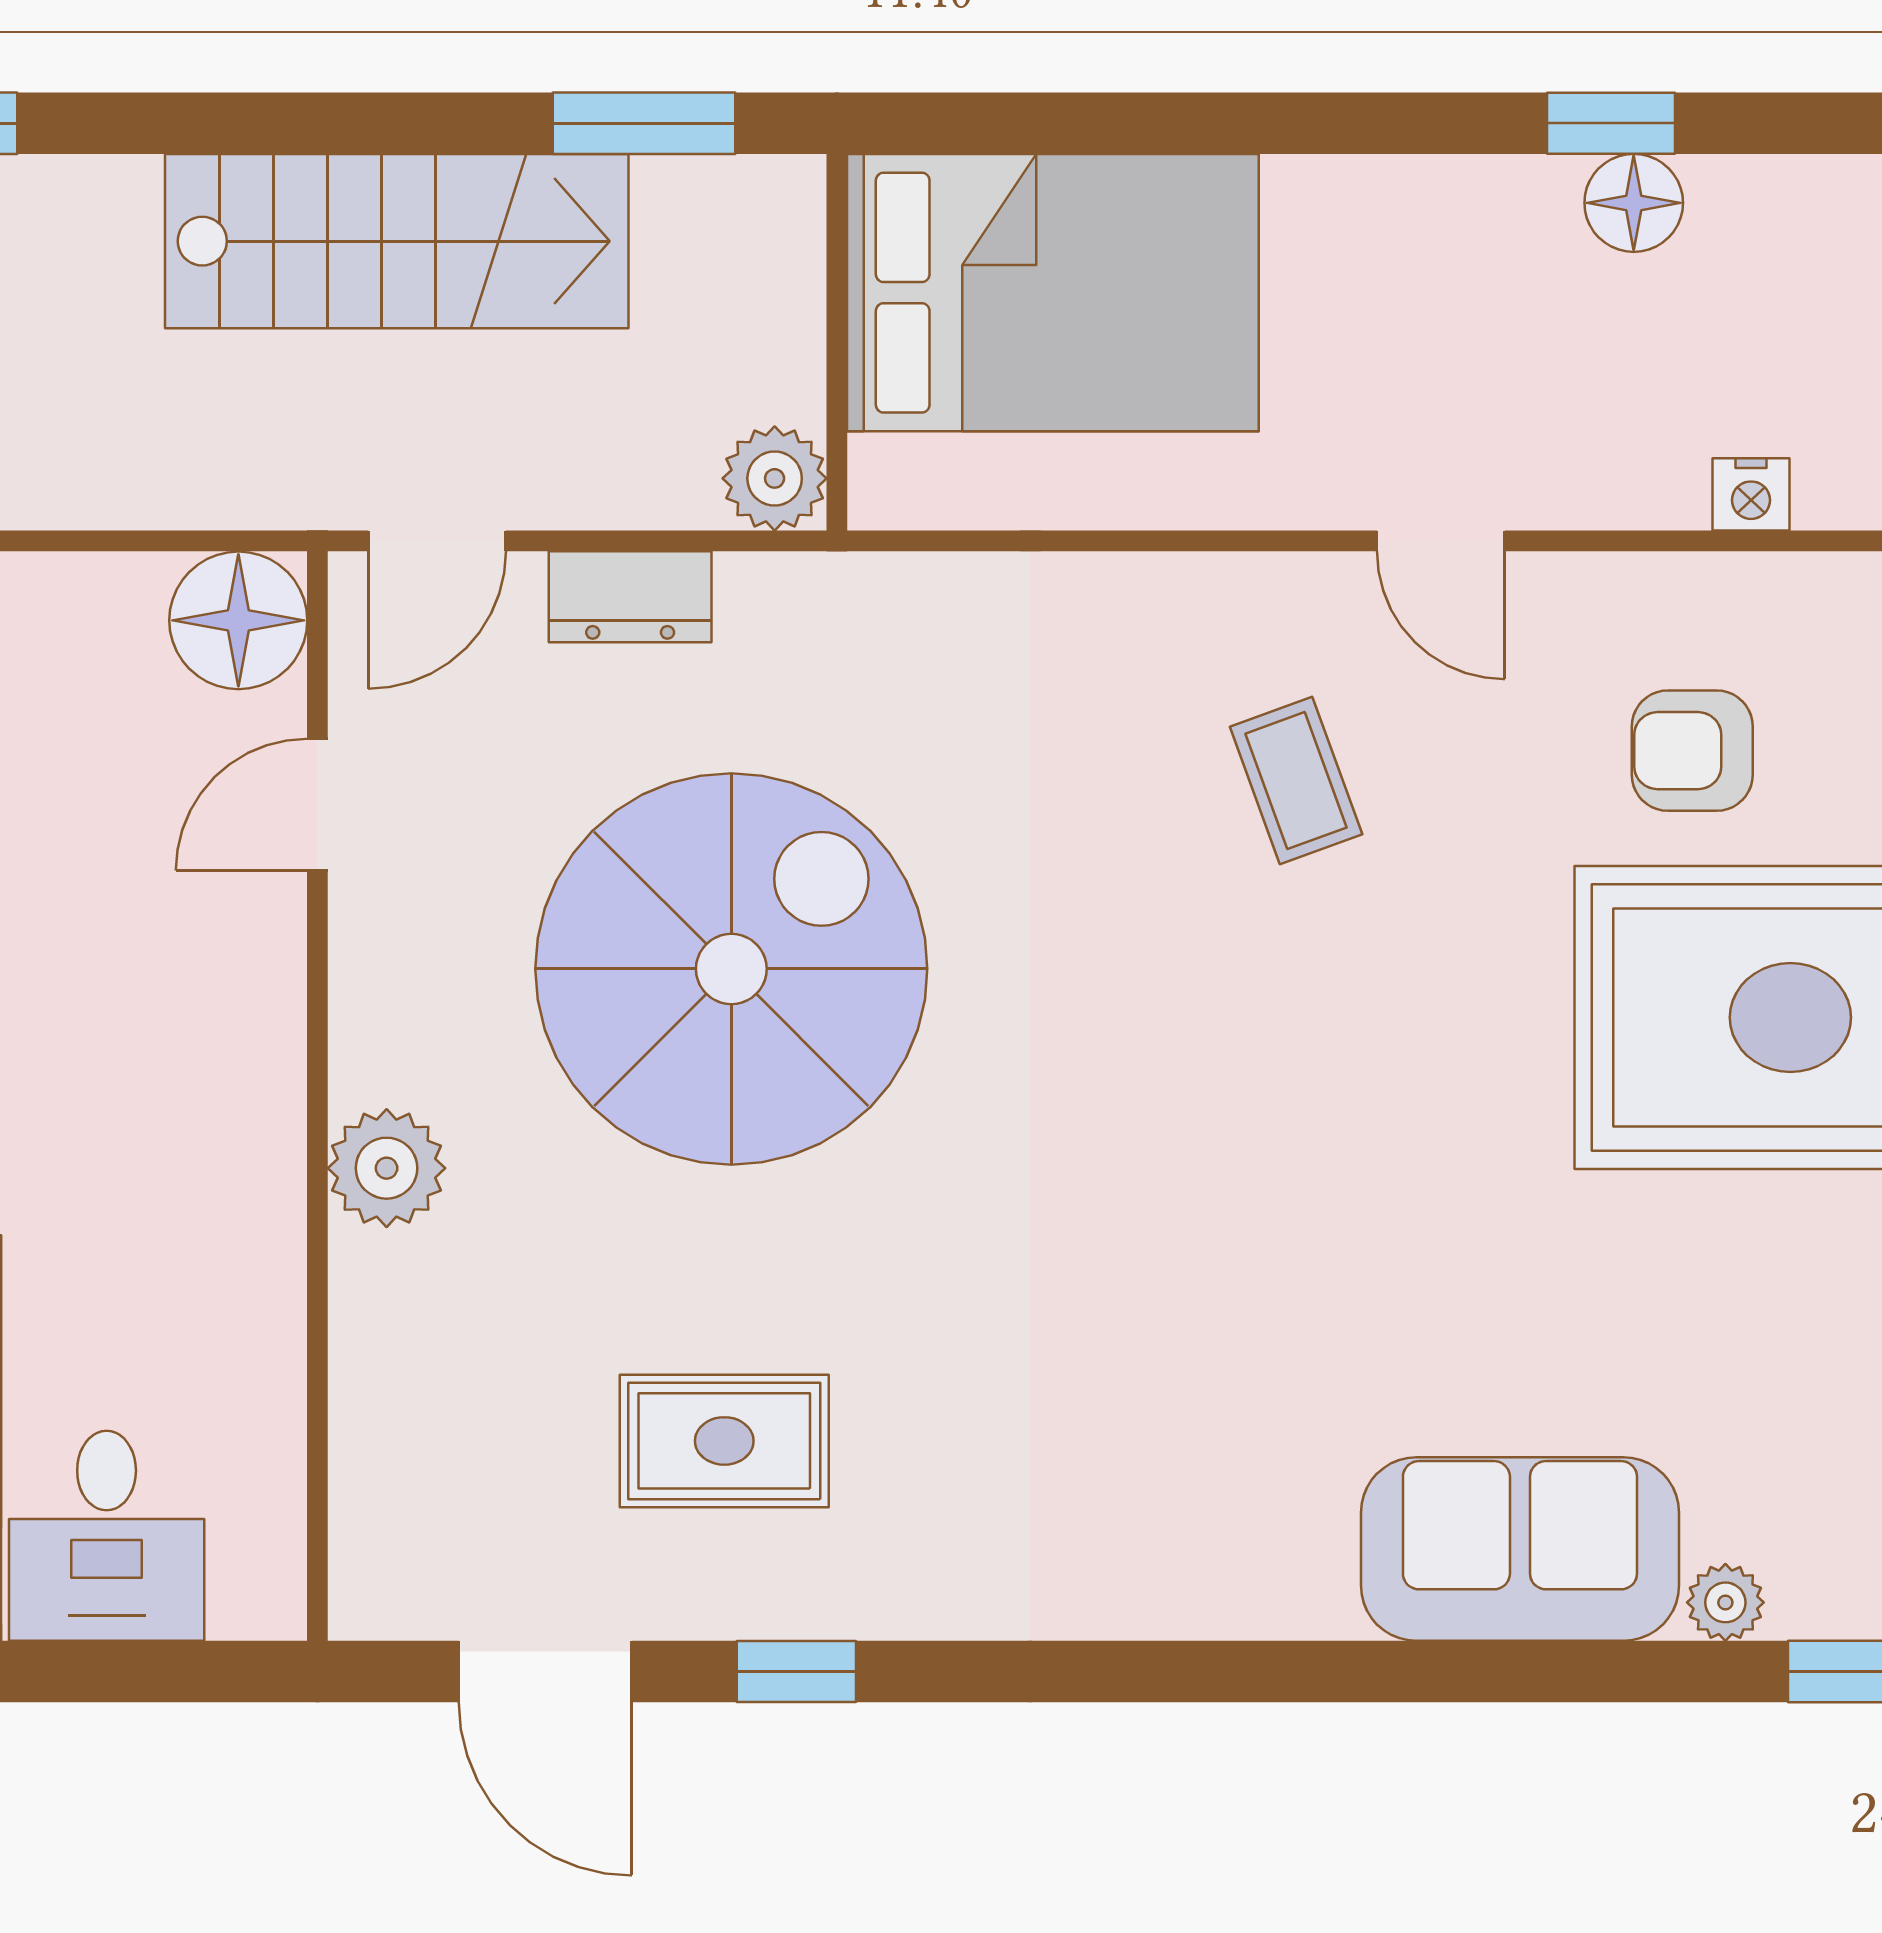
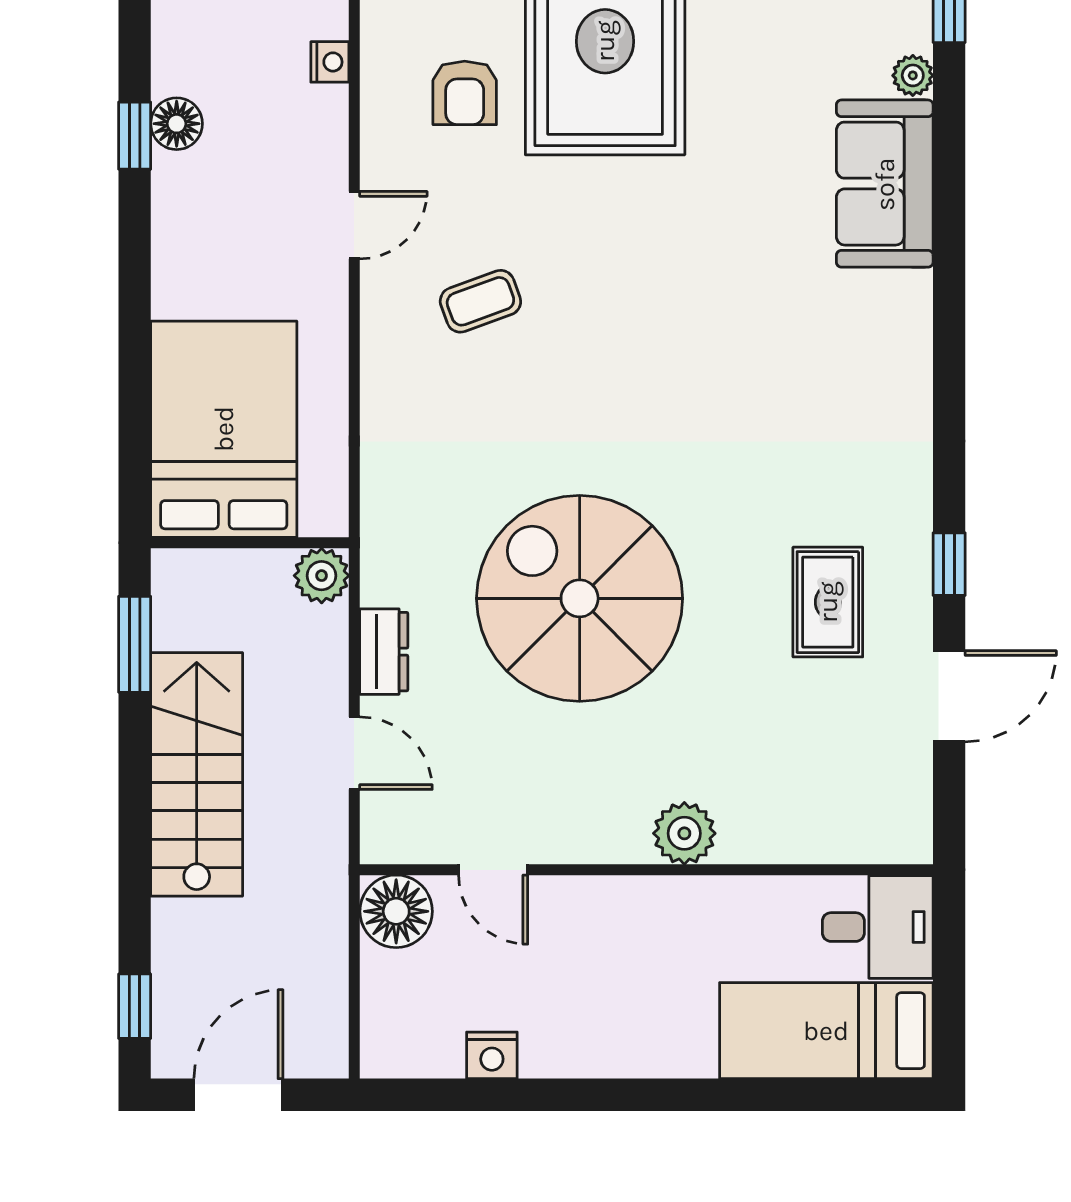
floor lamp: (238, 620) -> (396, 911), moved
door: (317, 805) -> (493, 870), moved
wall: (317, 1096) -> (646, 870), moved
plant: (387, 1168) -> (684, 833), moved

